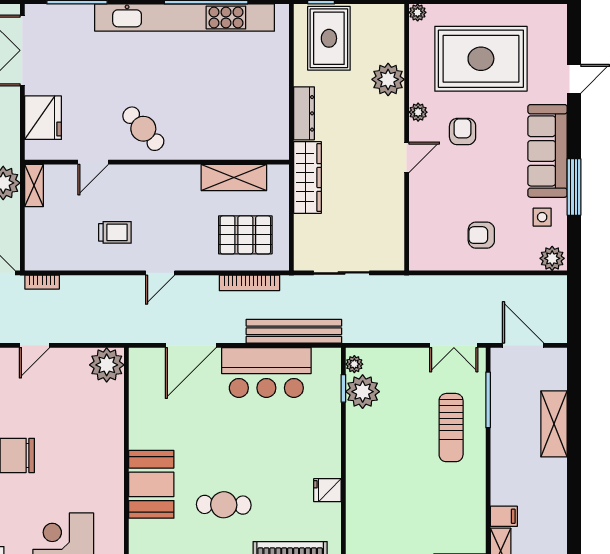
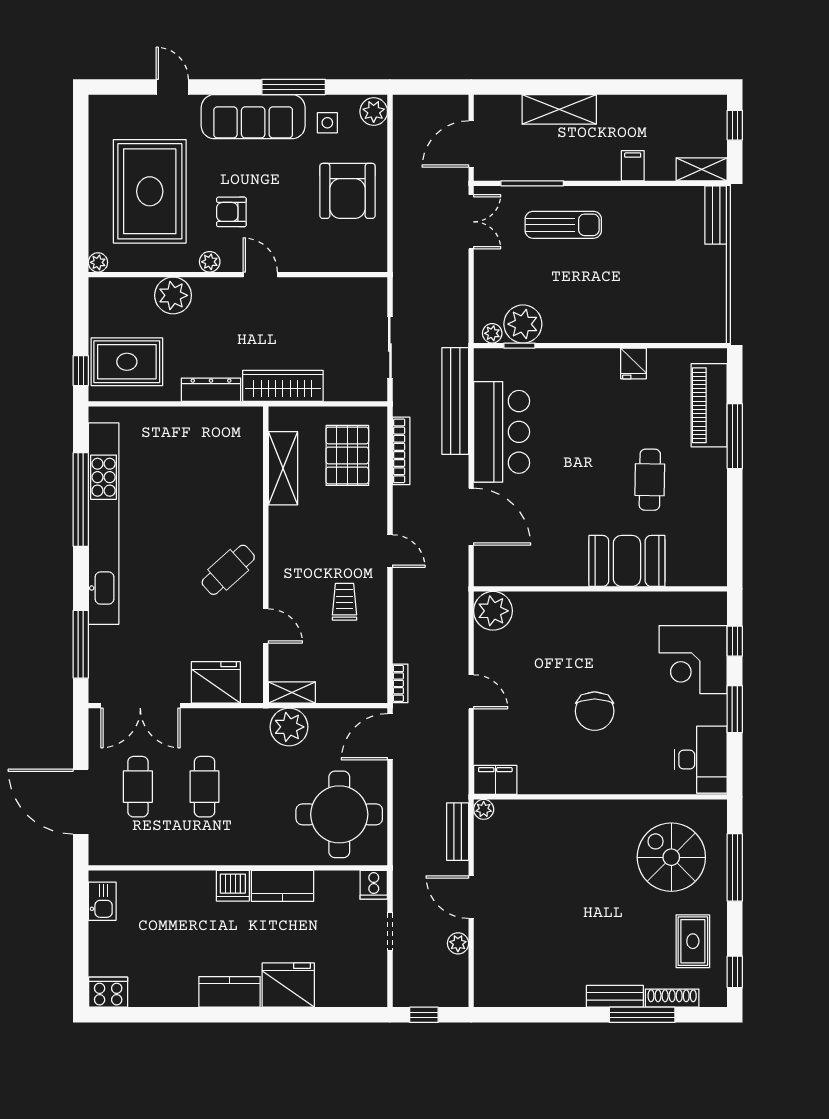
armchair: (481, 235) -> (348, 191), width x1.88, depth x1.88
filing cabinet: (504, 516) -> (633, 166), moved

